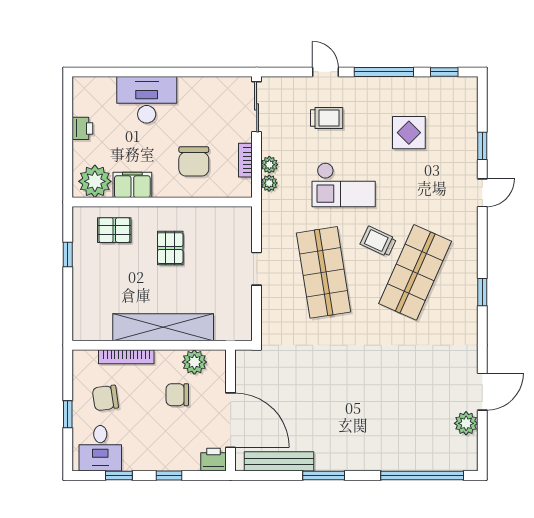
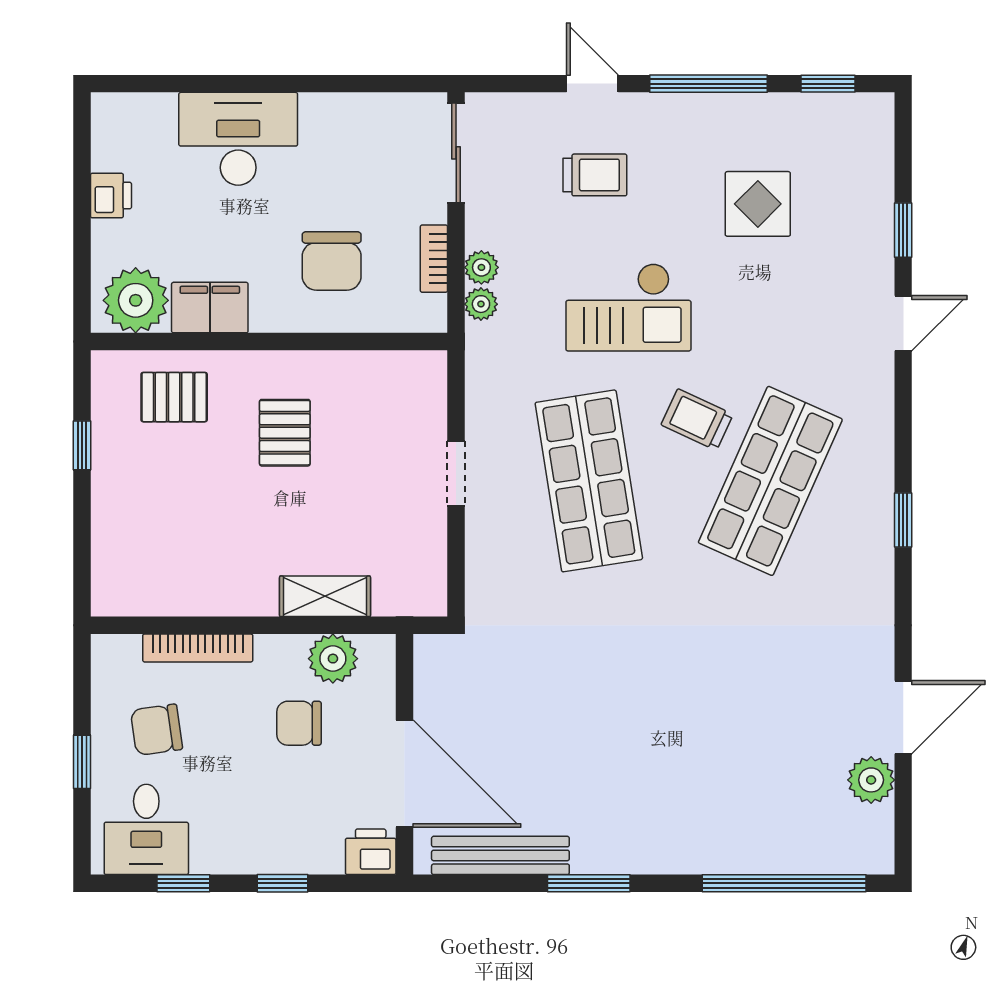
shelving: (163, 327) -> (325, 596), width x0.45, depth x0.75

